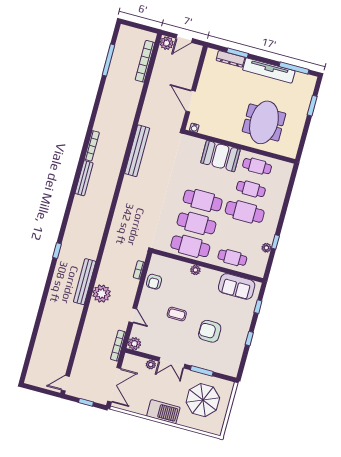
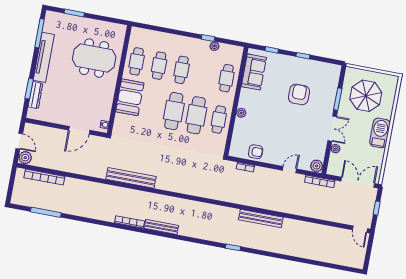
cafe table: (245, 212) -> (182, 70), width x0.73, depth x0.74
cafe table: (190, 246) -> (219, 119), width x0.73, depth x0.74
plant: (102, 294) -> (271, 201), removed
coffee table: (177, 314) -> (285, 127), removed
armchair: (210, 331) -> (299, 94), turned 180

